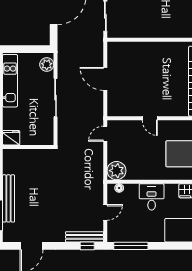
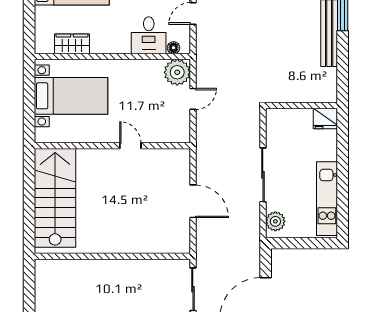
door: (105, 134) -> (193, 99), moved
desk: (152, 197) -> (149, 35), moved

